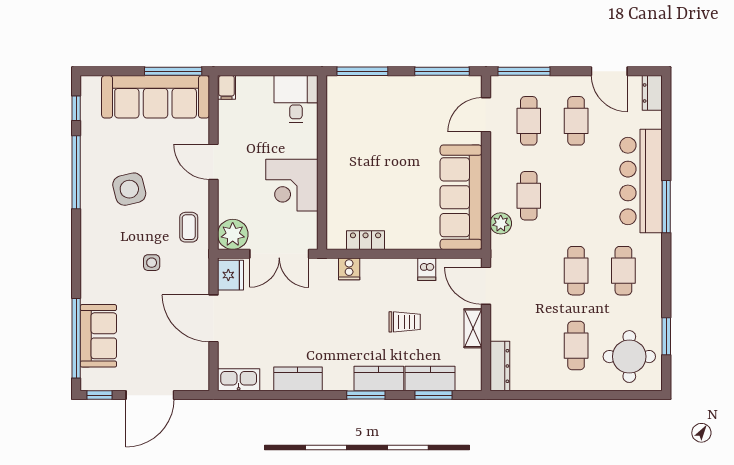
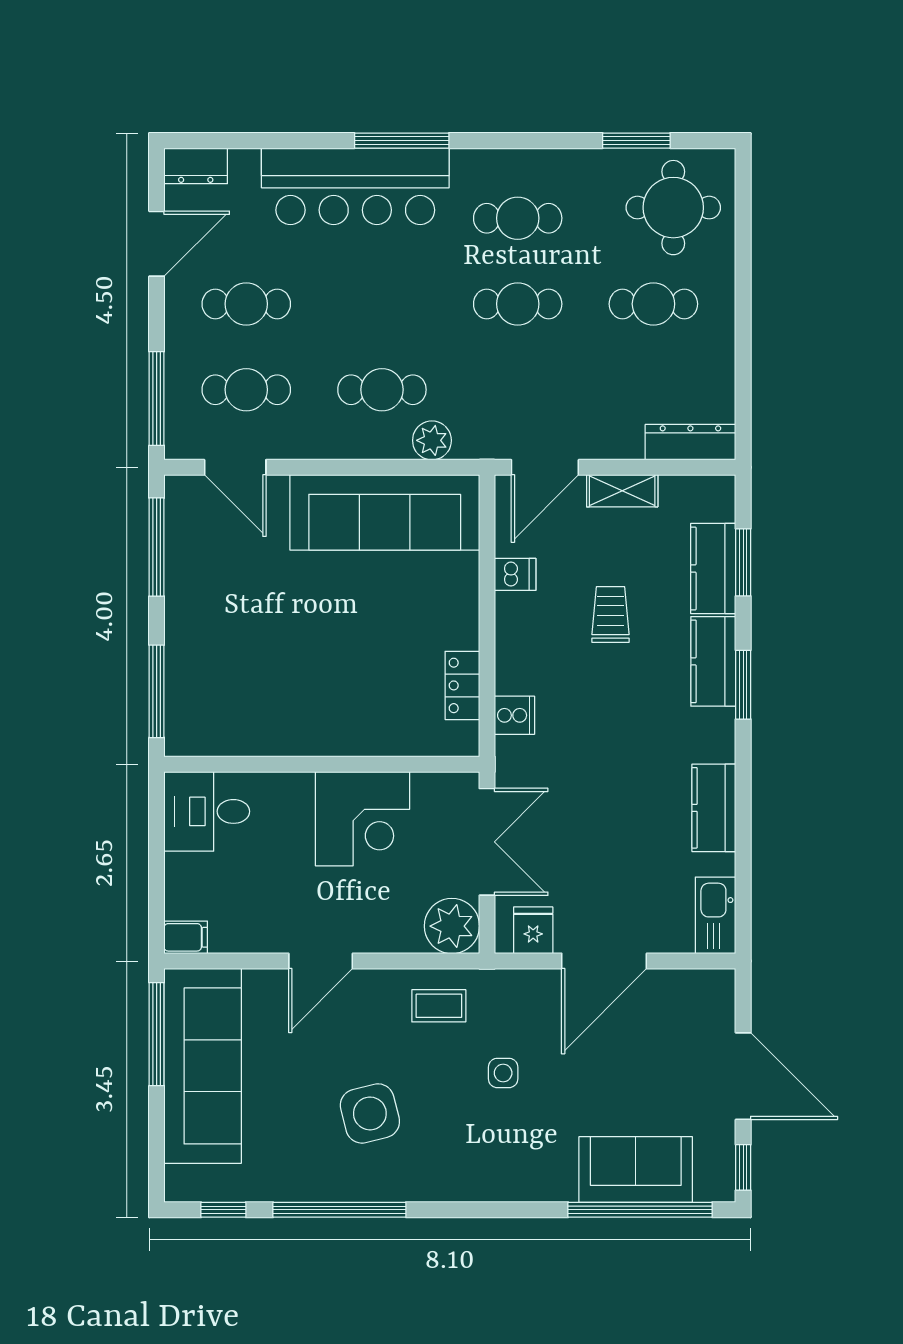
fridge: (230, 275) -> (533, 930), width x0.72

